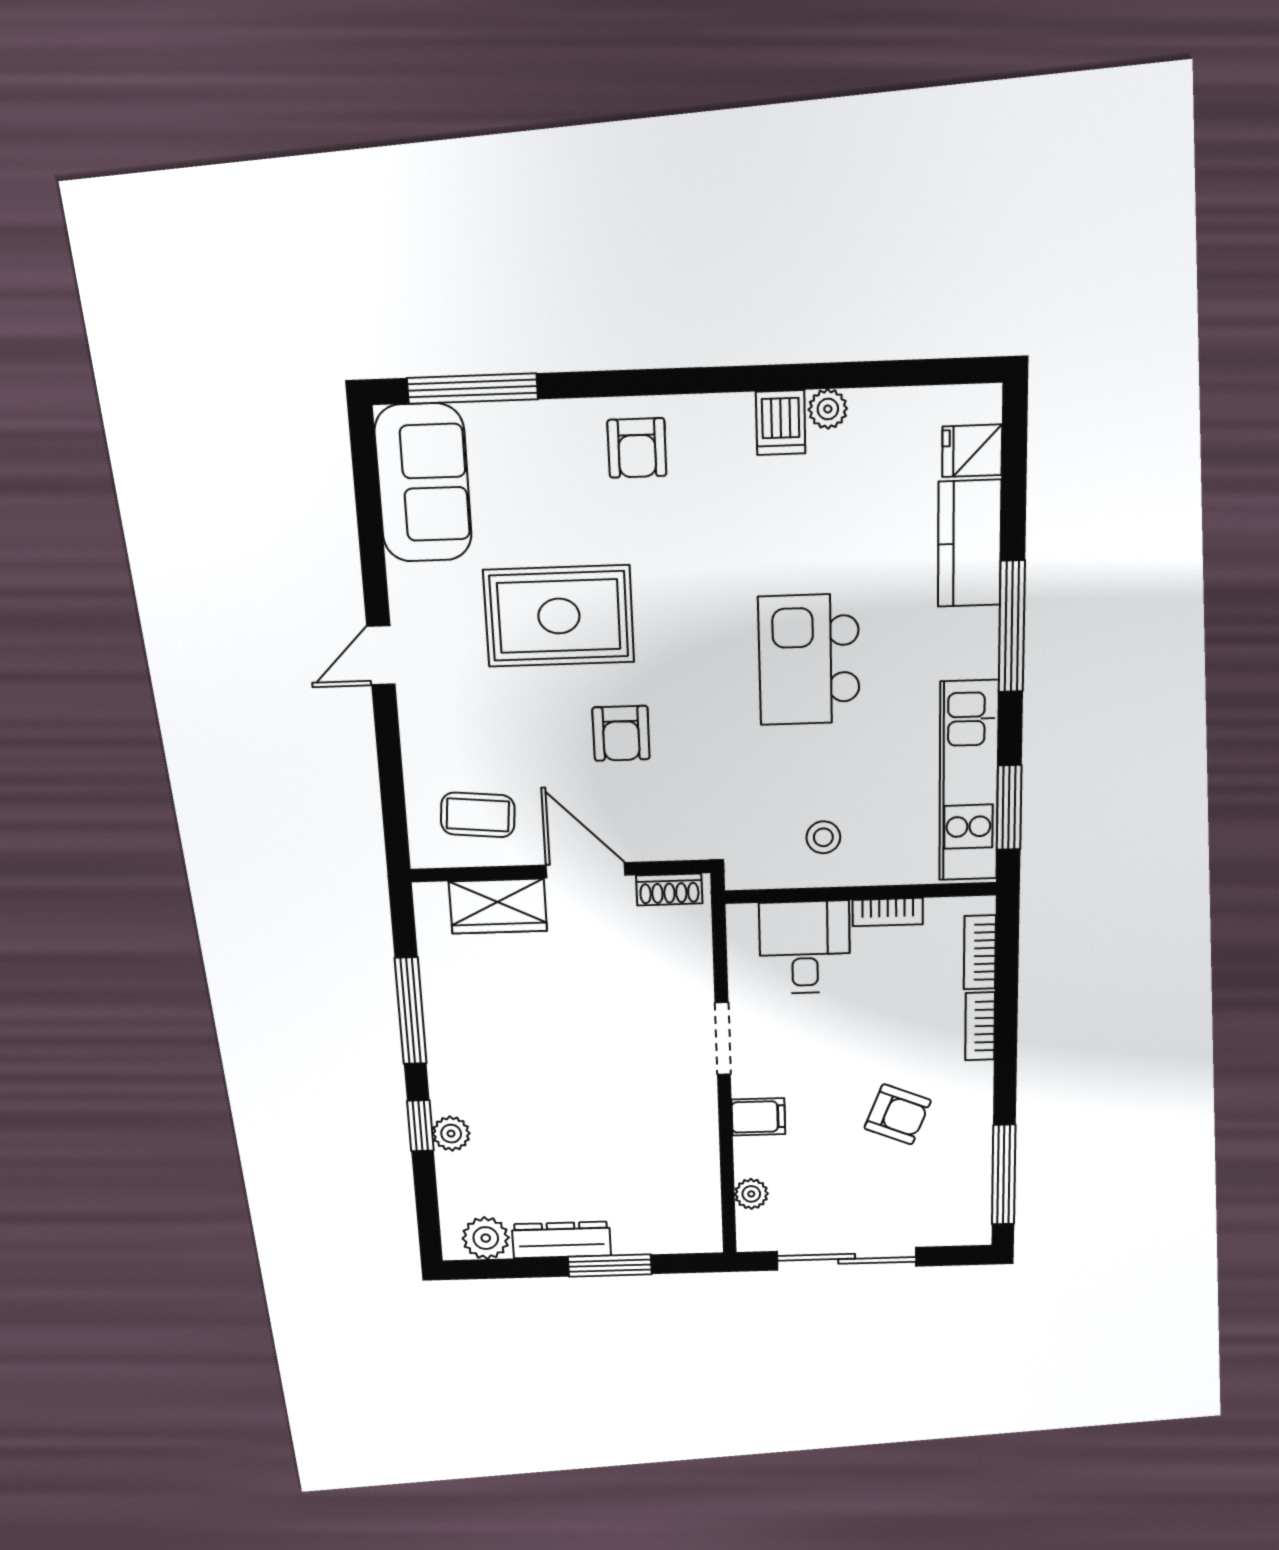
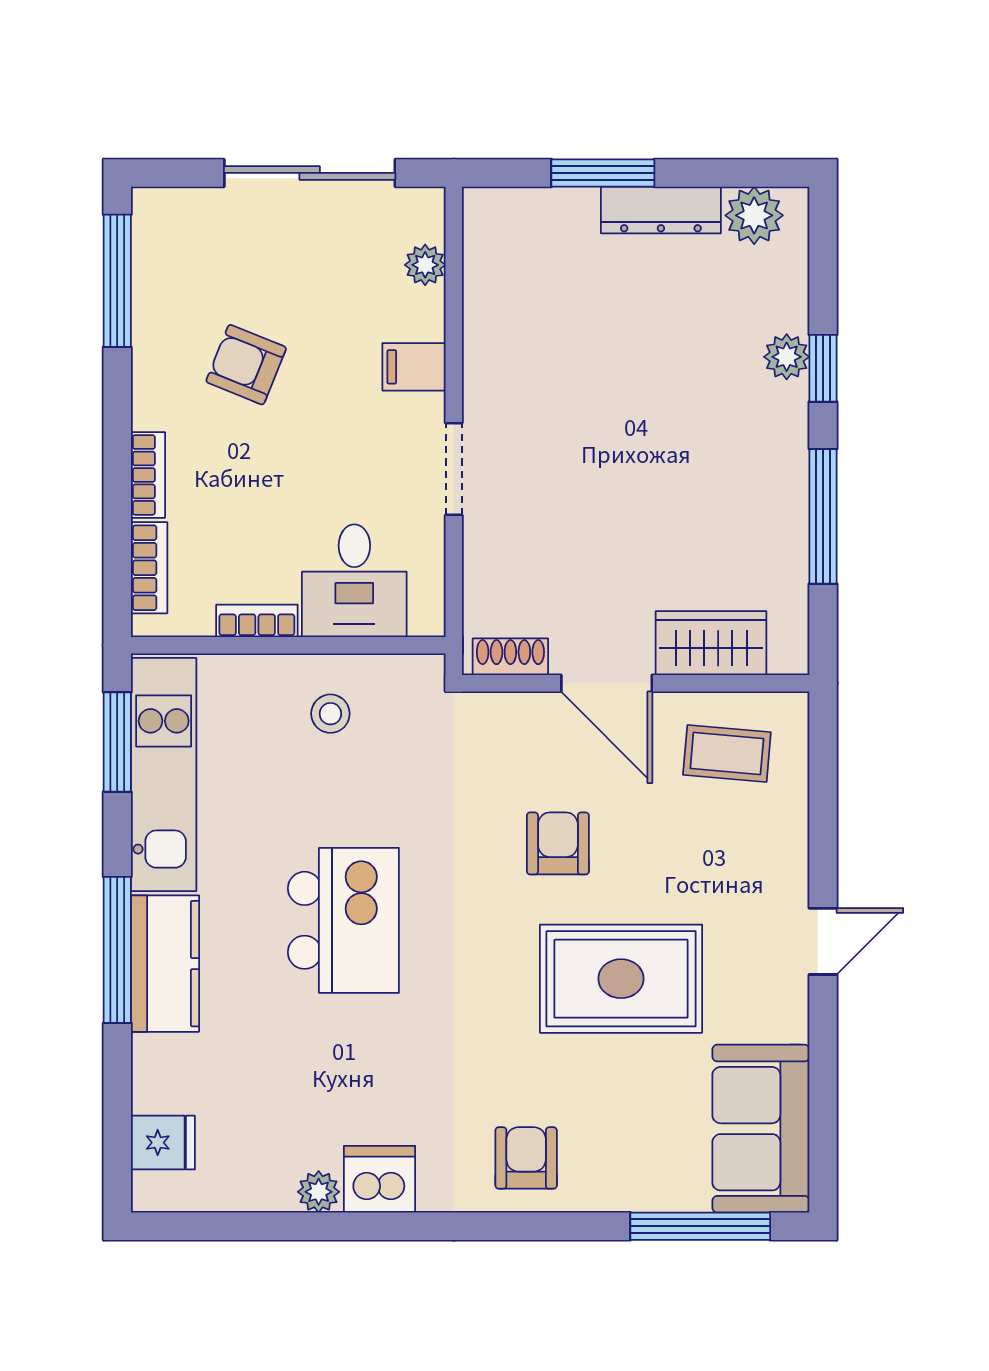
dishwasher: (781, 423) -> (380, 1179), width x1.38
kitchen counter: (970, 544) -> (165, 964), moved

